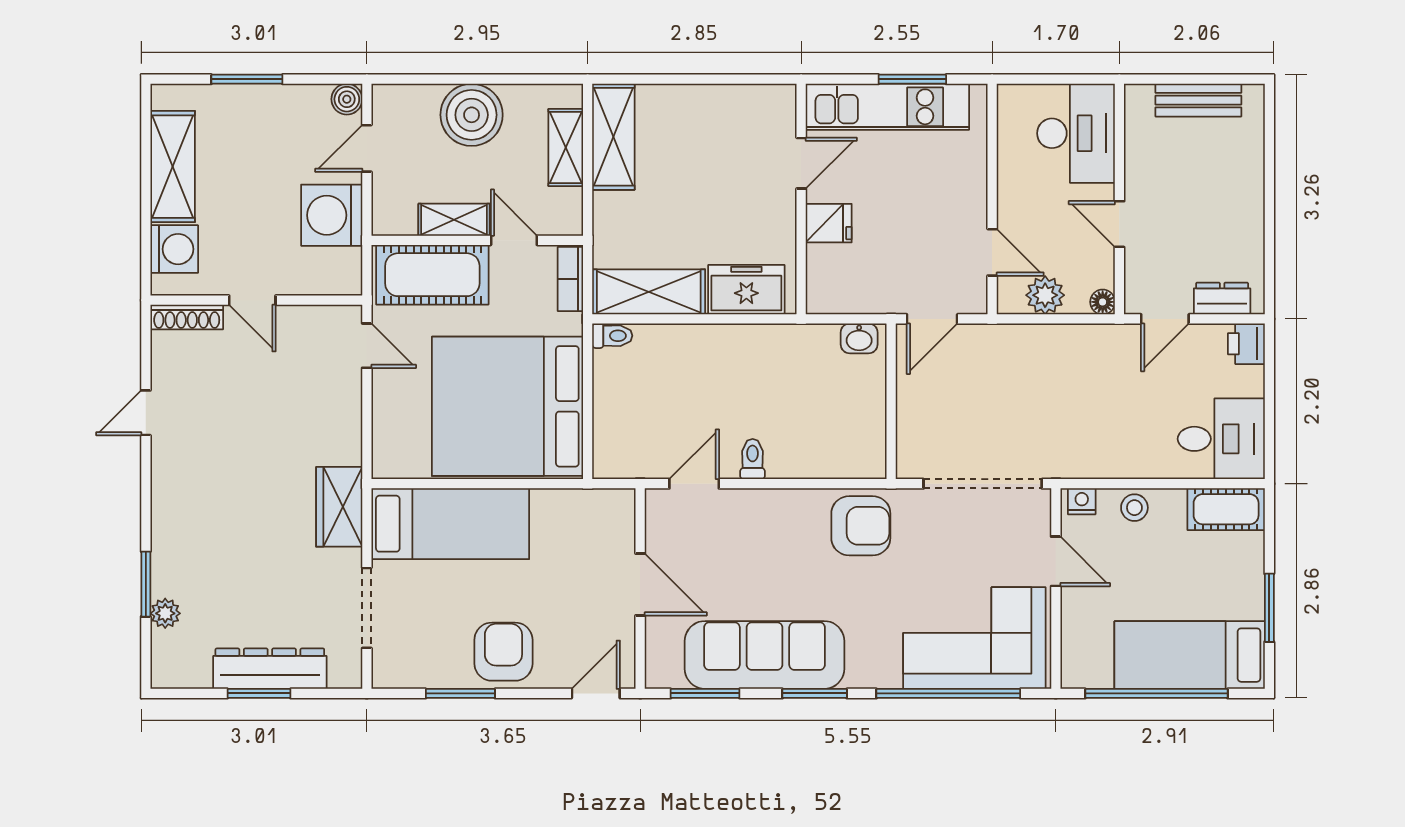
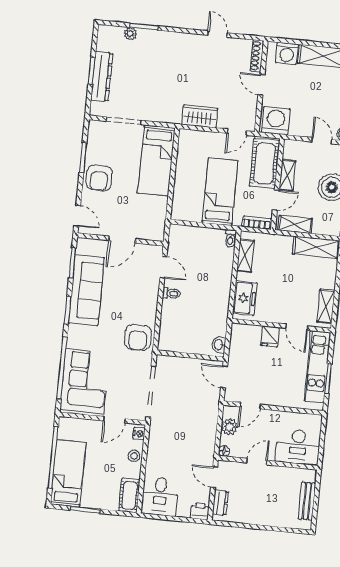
shelving: (747, 101) -> (326, 306), added
shelving: (566, 148) -> (295, 225), moved
washing machine: (332, 215) -> (276, 121), moved
shelving: (649, 292) -> (245, 256), width x0.67, depth x0.75
door: (252, 300) -> (261, 85), hinge flipped
bed: (508, 406) -> (220, 192), width x0.49
wardrobe: (339, 507) -> (200, 116), moved
armchair: (503, 652) -> (99, 178), turned 90

